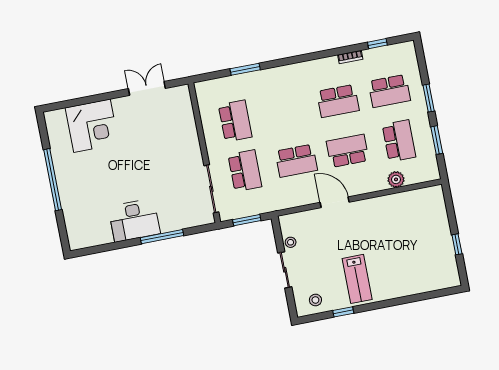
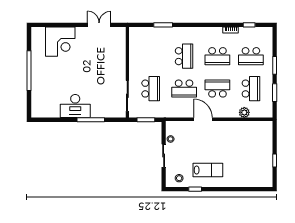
school desk: (235, 121) -> (184, 56), moved
lab bench: (357, 279) -> (208, 170), turned -90

